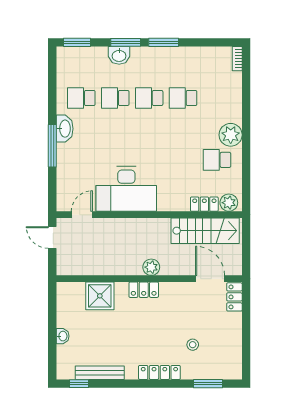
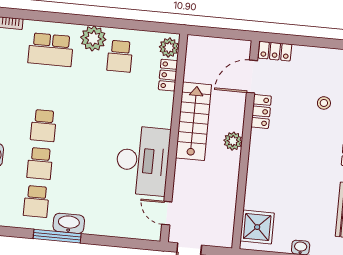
school desk: (183, 98) -> (51, 50), moved, width x1.85
window: (52, 146) -> (57, 236), moved
stairs: (205, 231) -> (194, 121), moved
locker: (144, 290) -> (261, 111), moved
shower: (100, 296) -> (257, 227), moved

